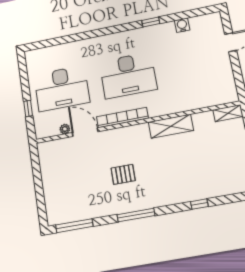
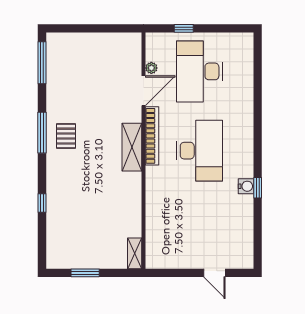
water cooler: (182, 25) -> (246, 186), moved
desk: (128, 75) -> (200, 151), turned 180
shelving: (171, 126) -> (132, 147), moved
pallet: (123, 174) -> (66, 136), moved

